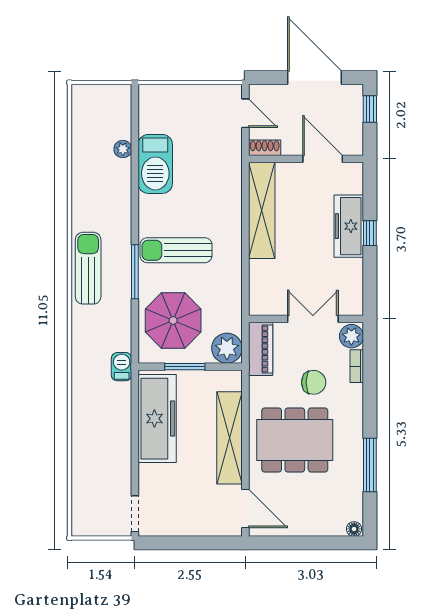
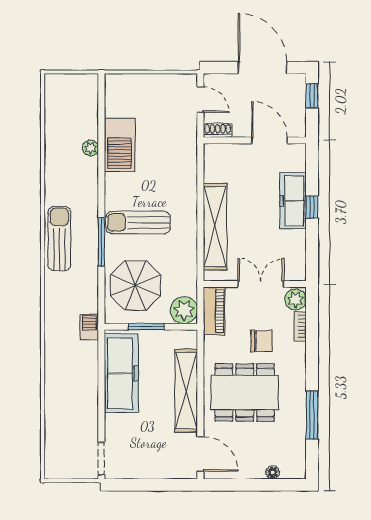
plant: (123, 149) -> (91, 148), moved
shelving: (262, 210) -> (215, 227), moved
floor lamp: (354, 529) -> (273, 472), moved

